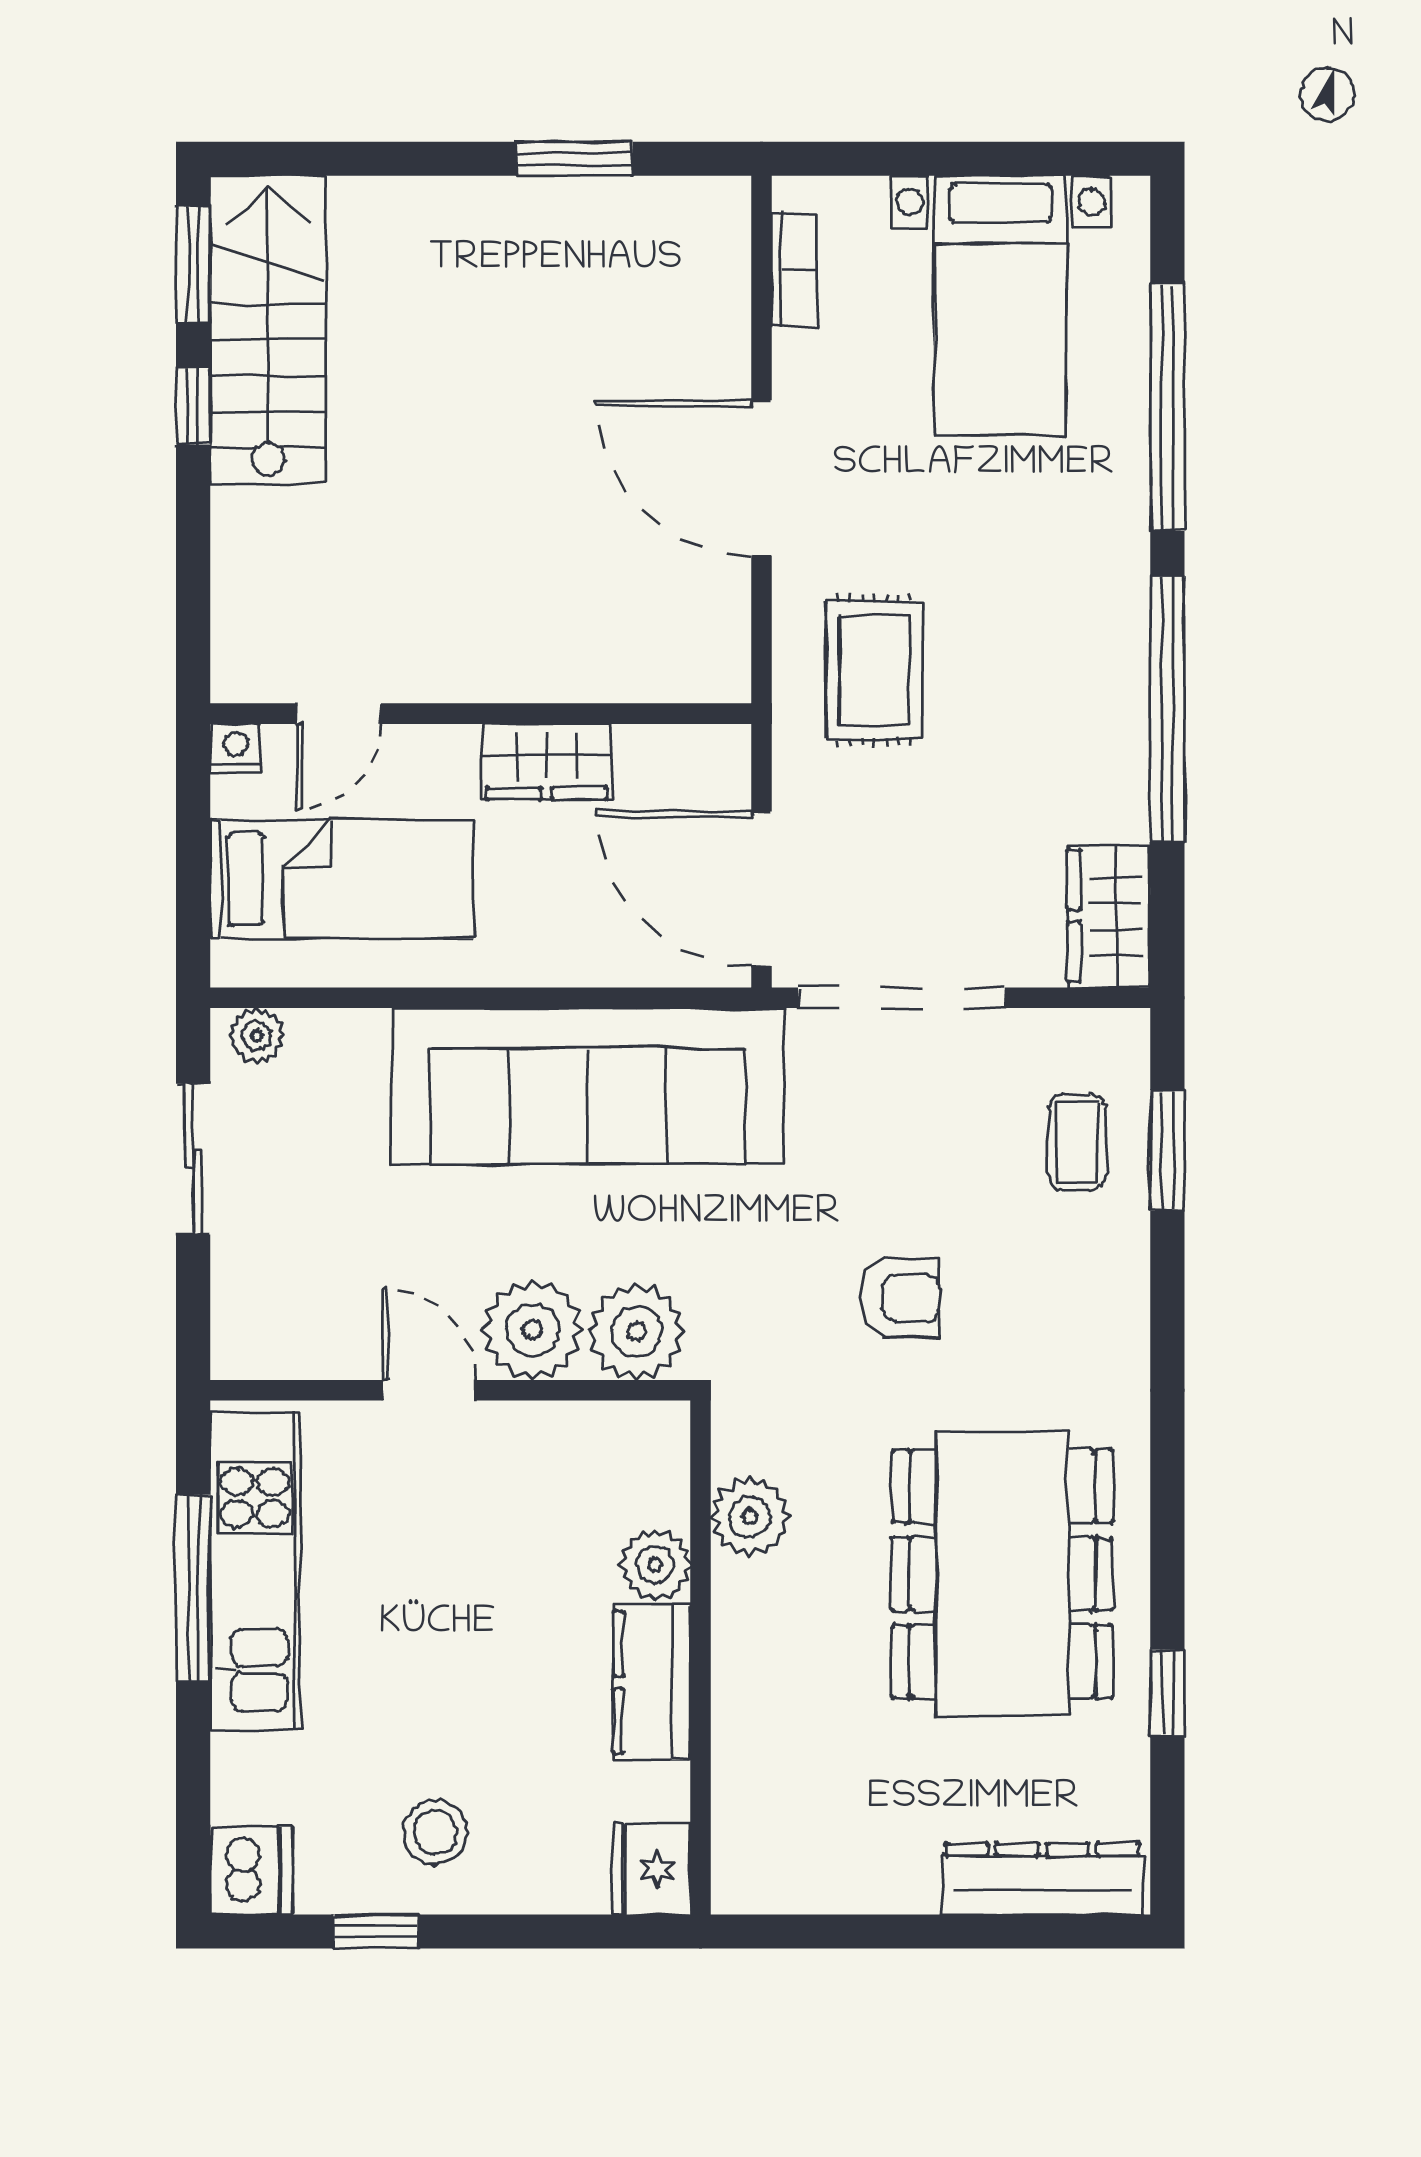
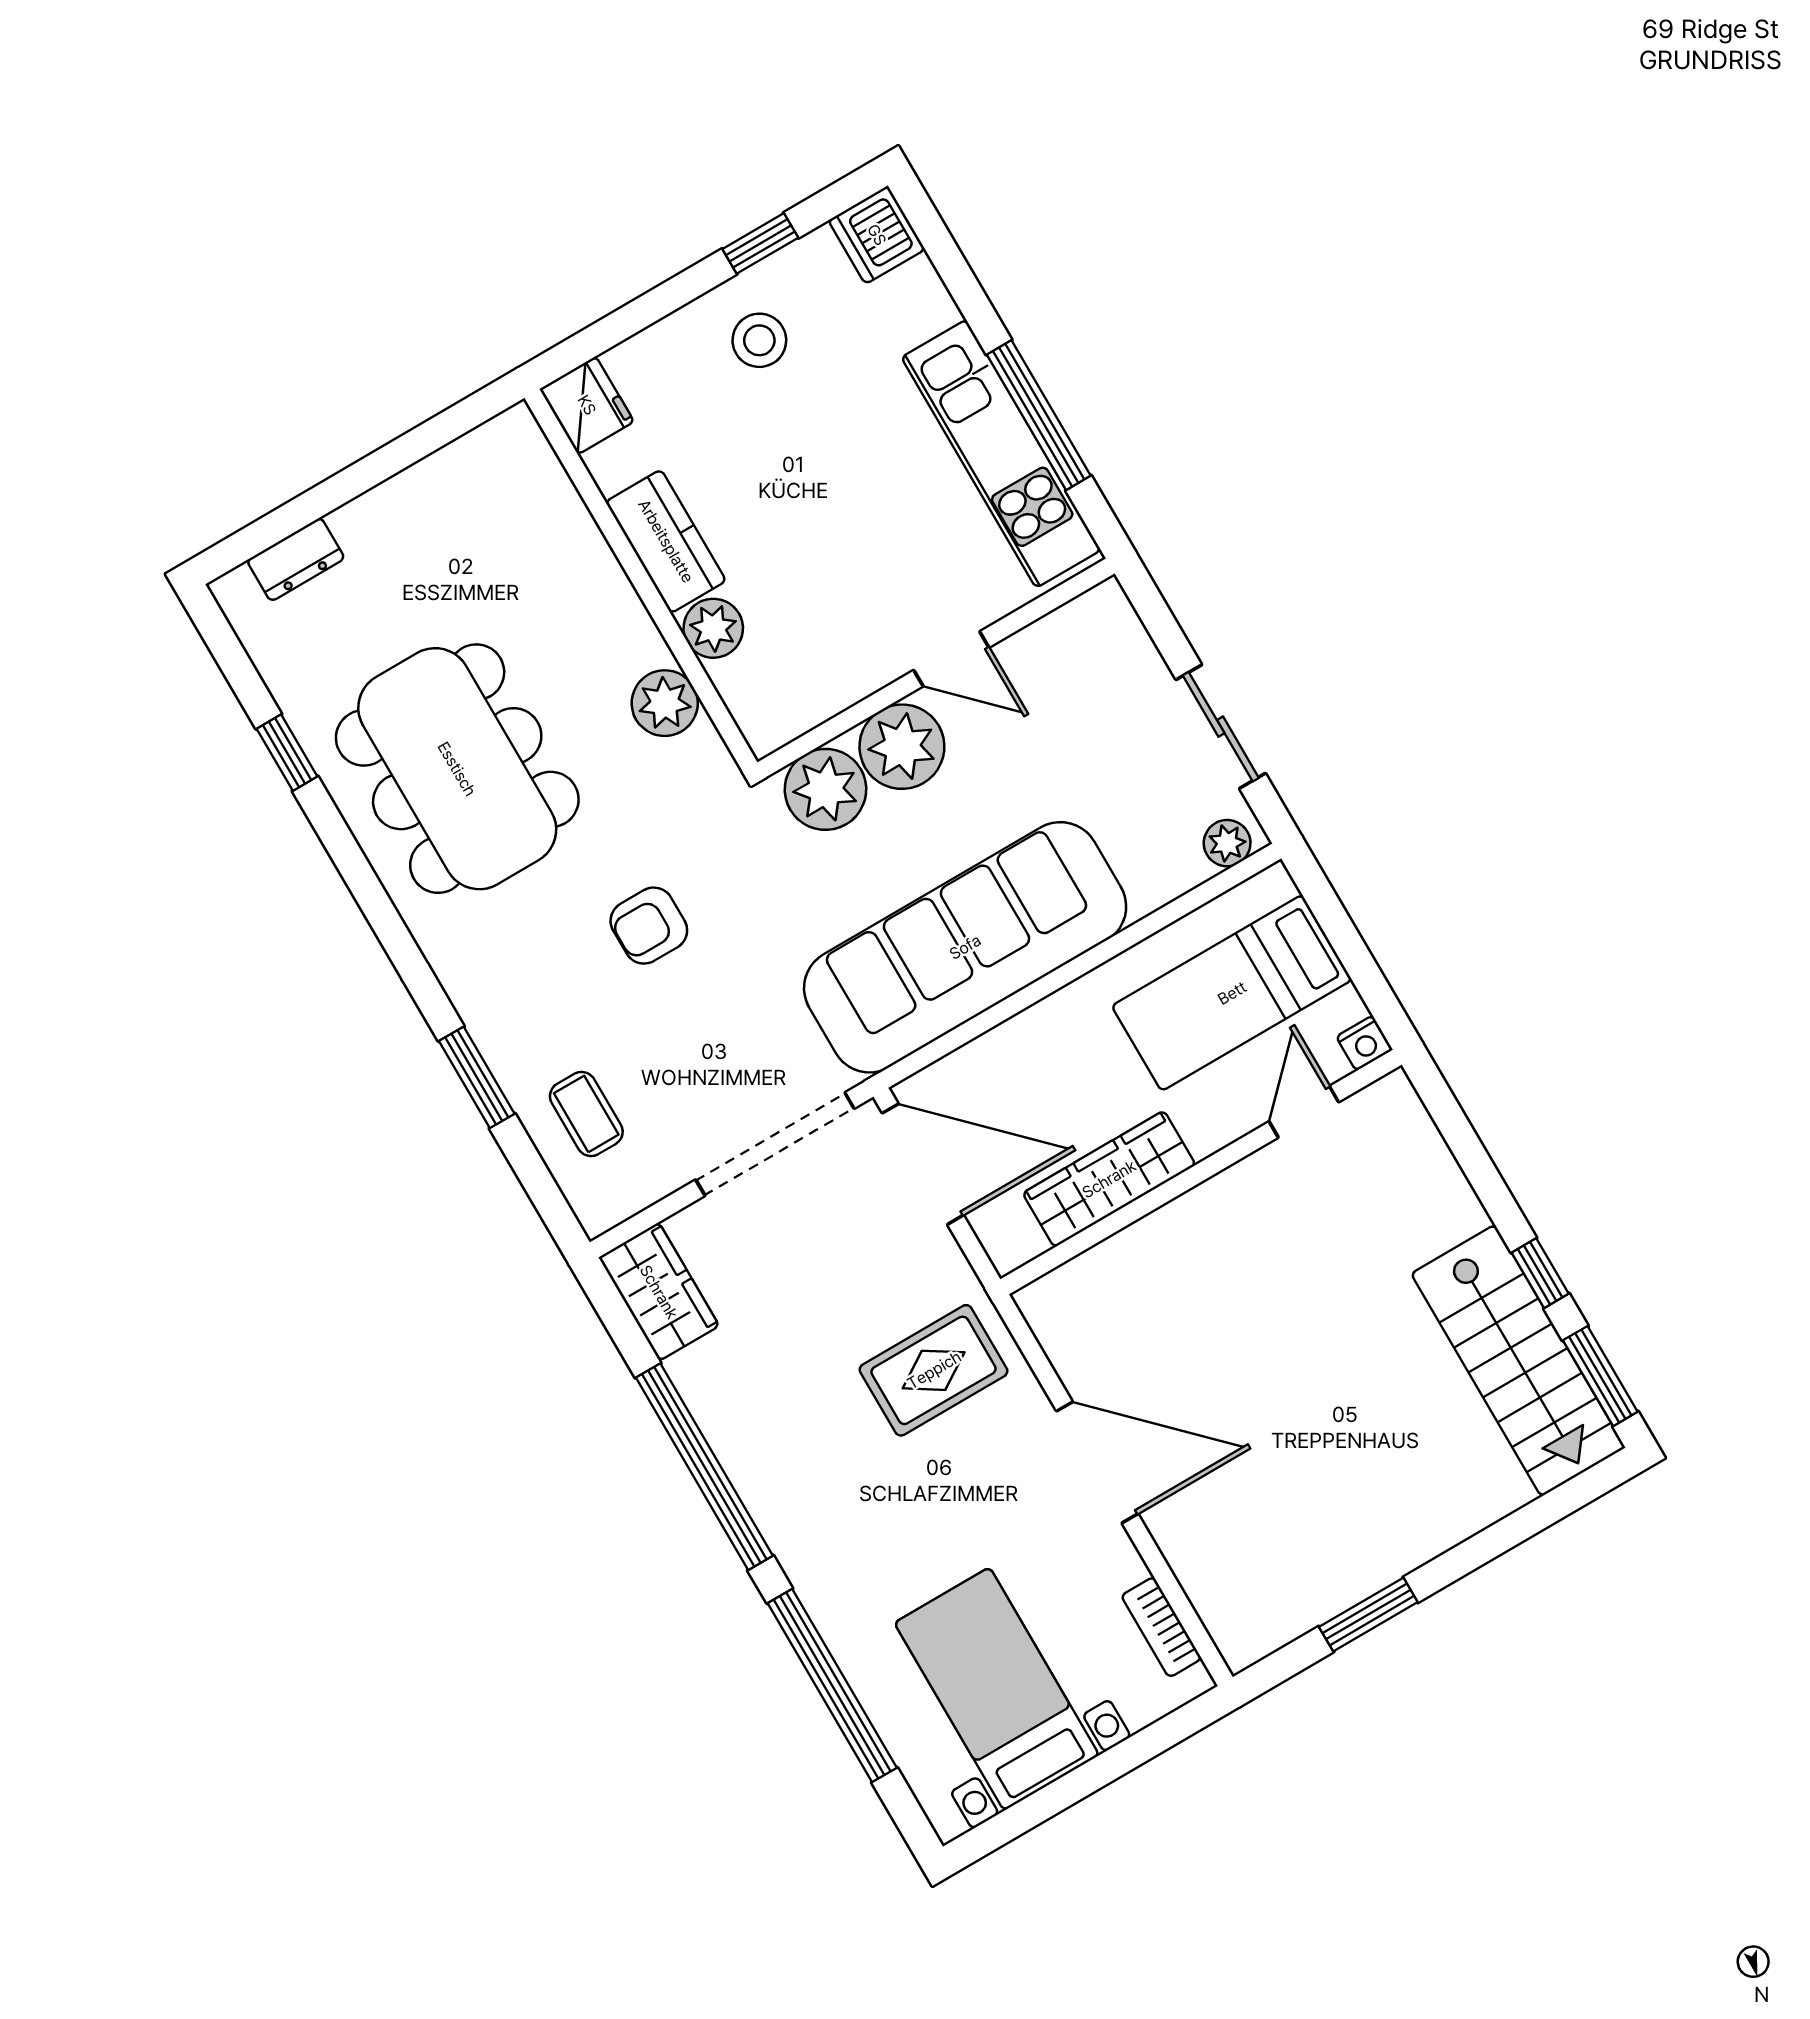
rug: (874, 670) -> (934, 1370), turned 90
wardrobe: (547, 762) -> (1109, 1179), width x1.50
window: (1167, 1150) -> (477, 1077), moved
dresser: (1043, 1879) -> (296, 559), width x0.51, depth x0.80

